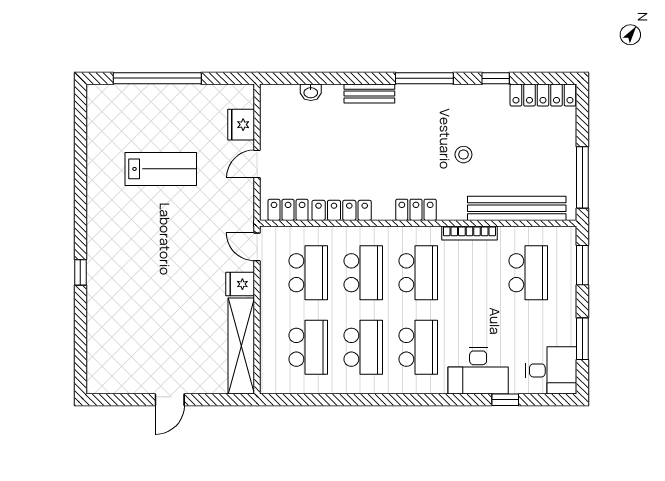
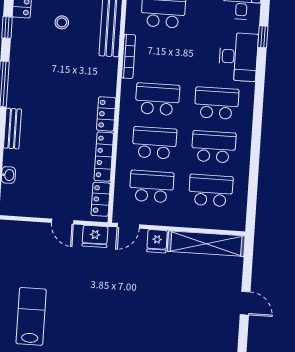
fridge: (241, 125) -> (95, 236), moved
stool: (463, 155) -> (62, 22), moved
lab bench: (161, 169) -> (31, 316), moved
locker: (416, 210) -> (106, 114), moved

